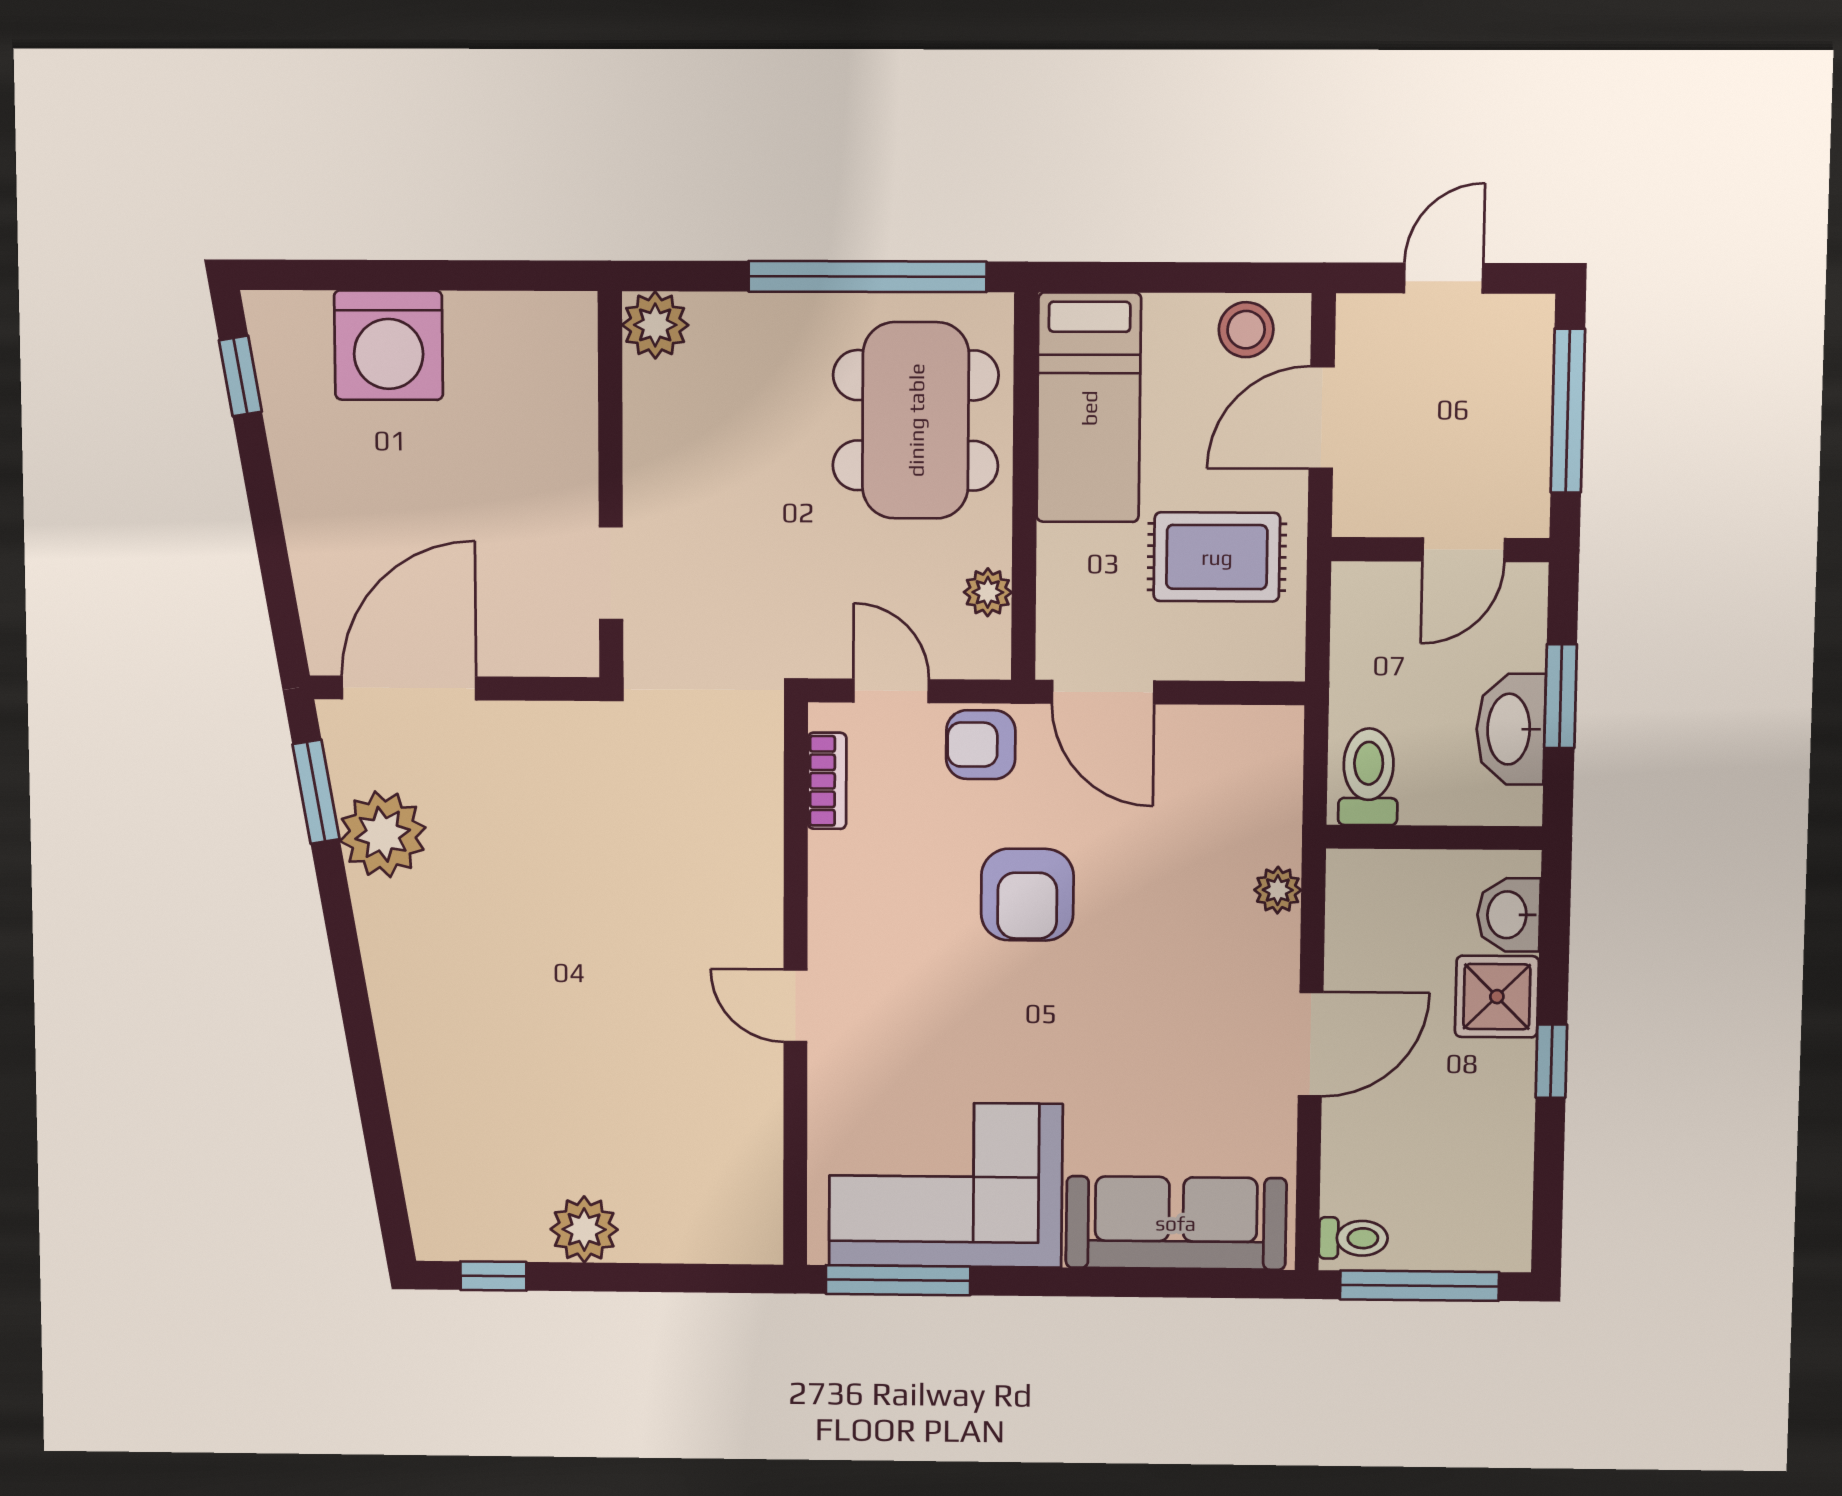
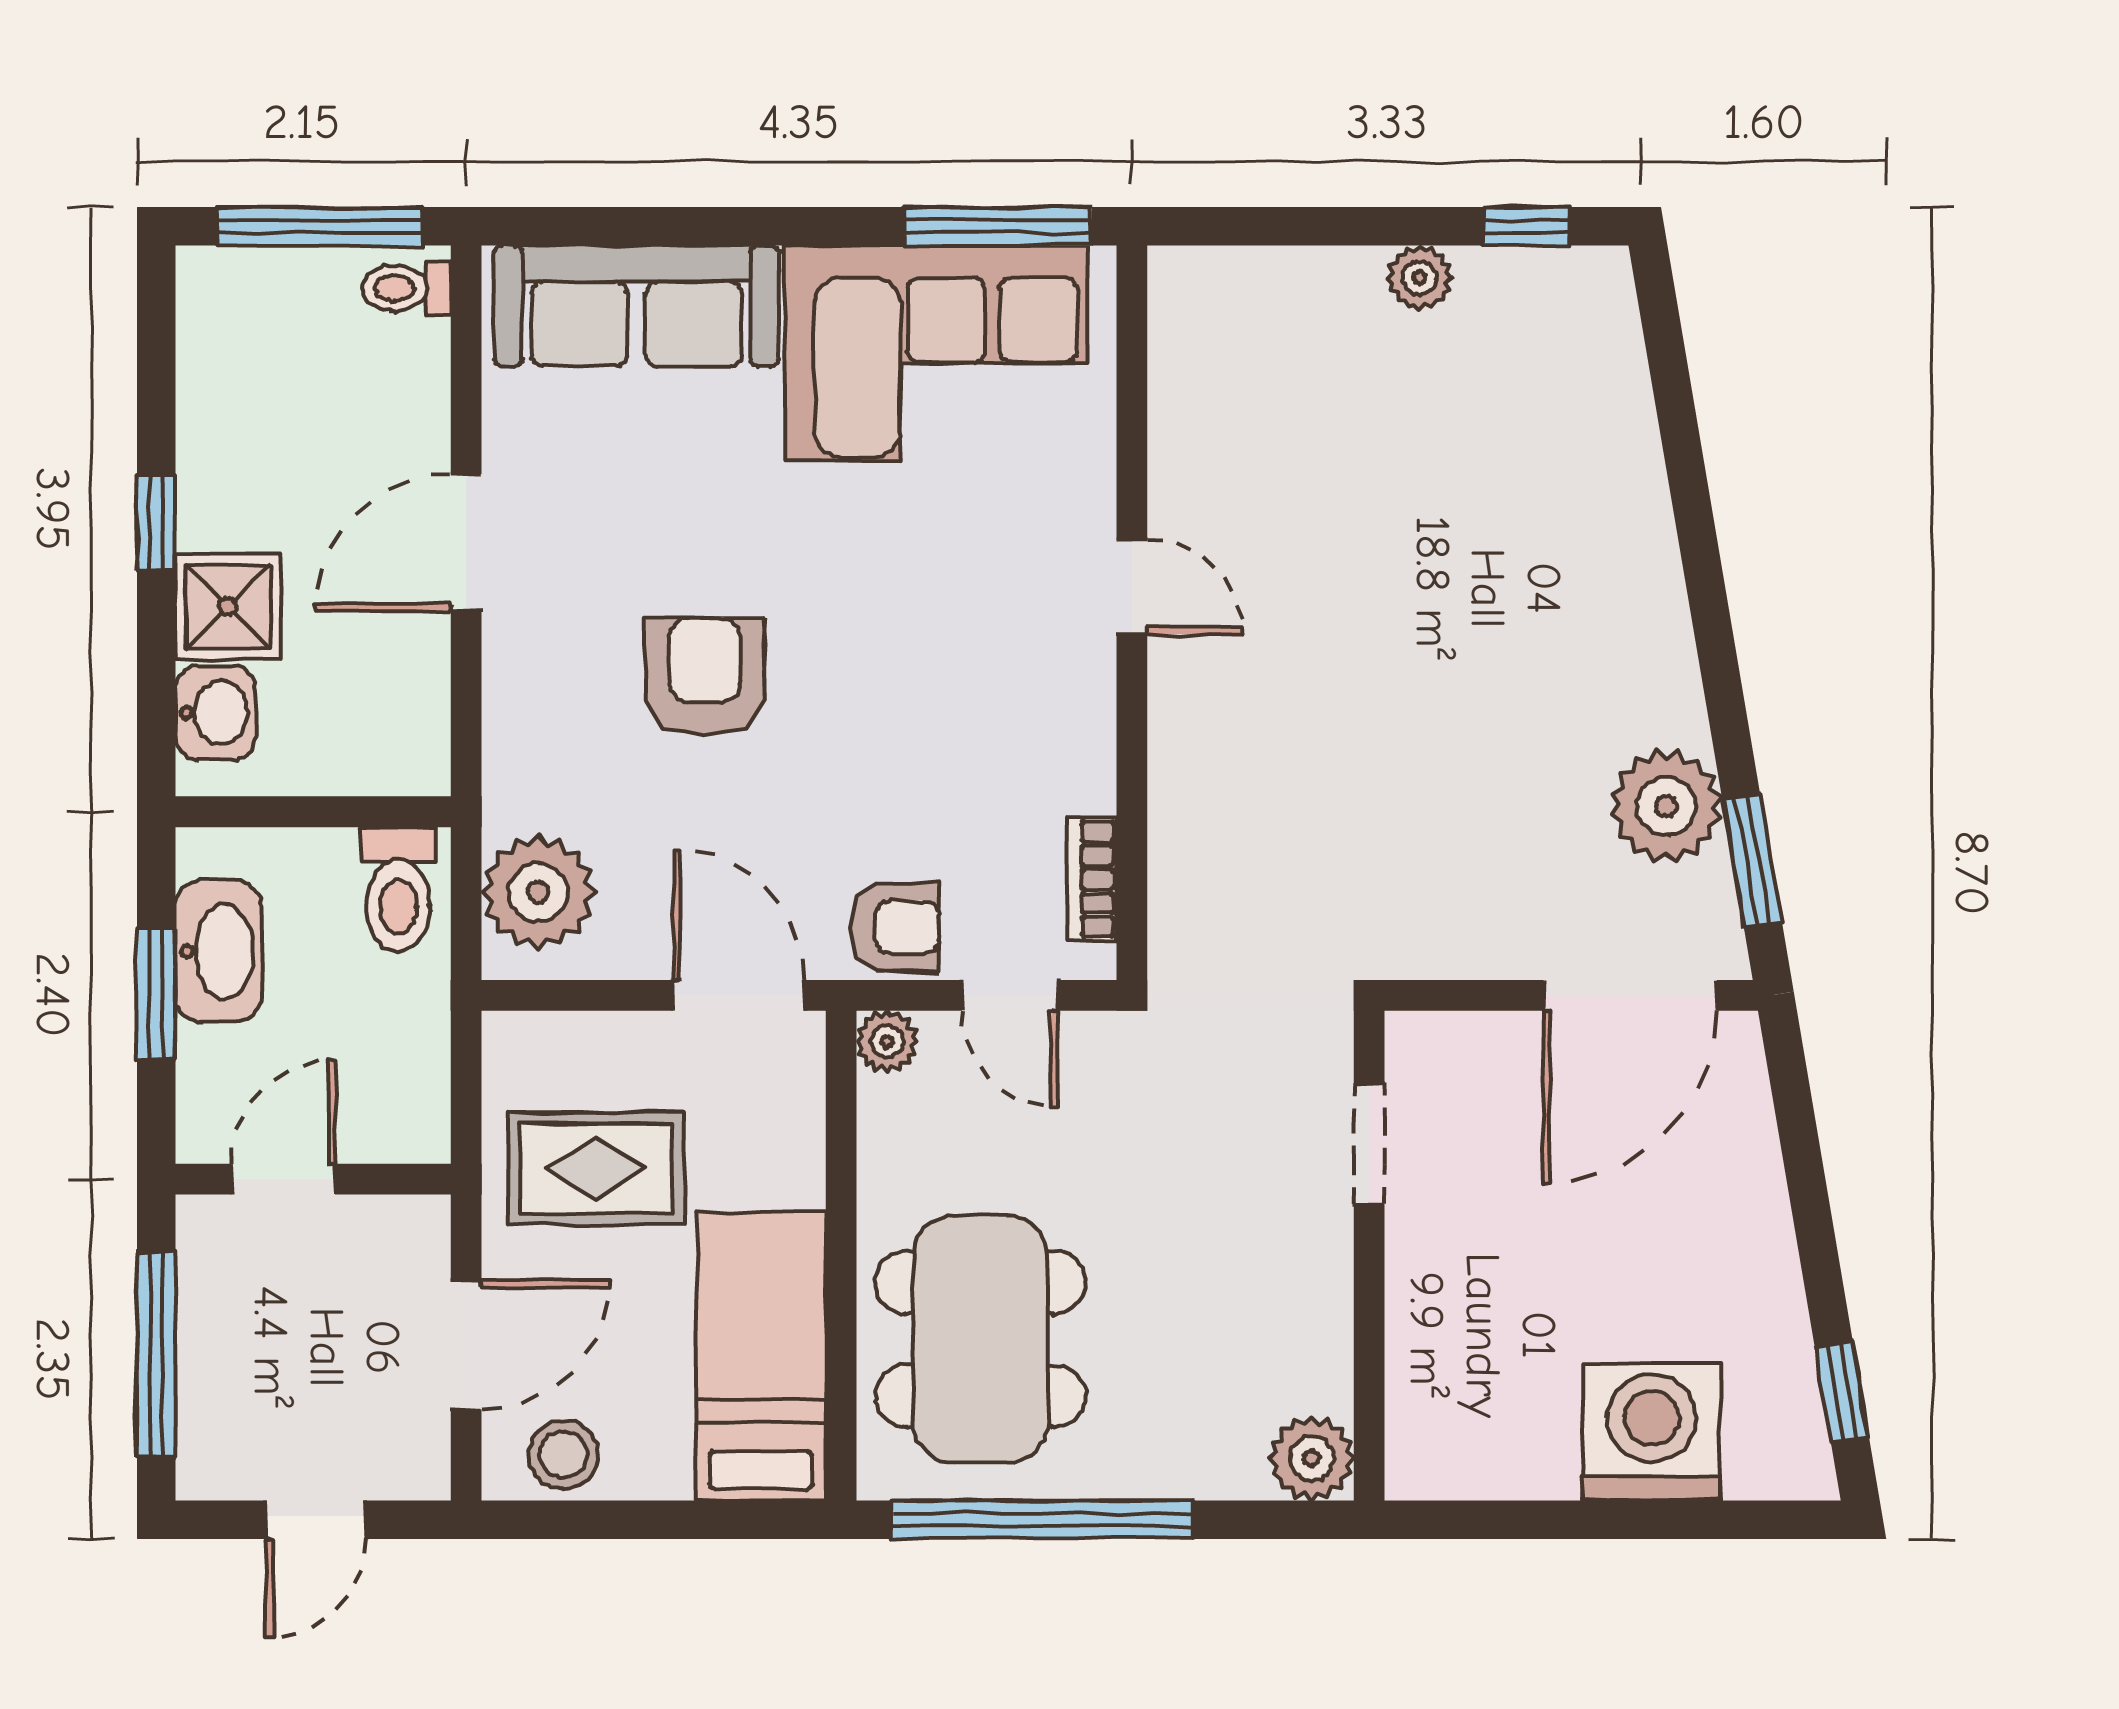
plant: (988, 592) -> (887, 1041), moved
plant: (1278, 890) -> (538, 892), moved, width x1.87, depth x1.87
armchair: (1027, 895) -> (705, 676), moved
plant: (584, 1229) -> (1420, 278), width x0.73, depth x0.73

